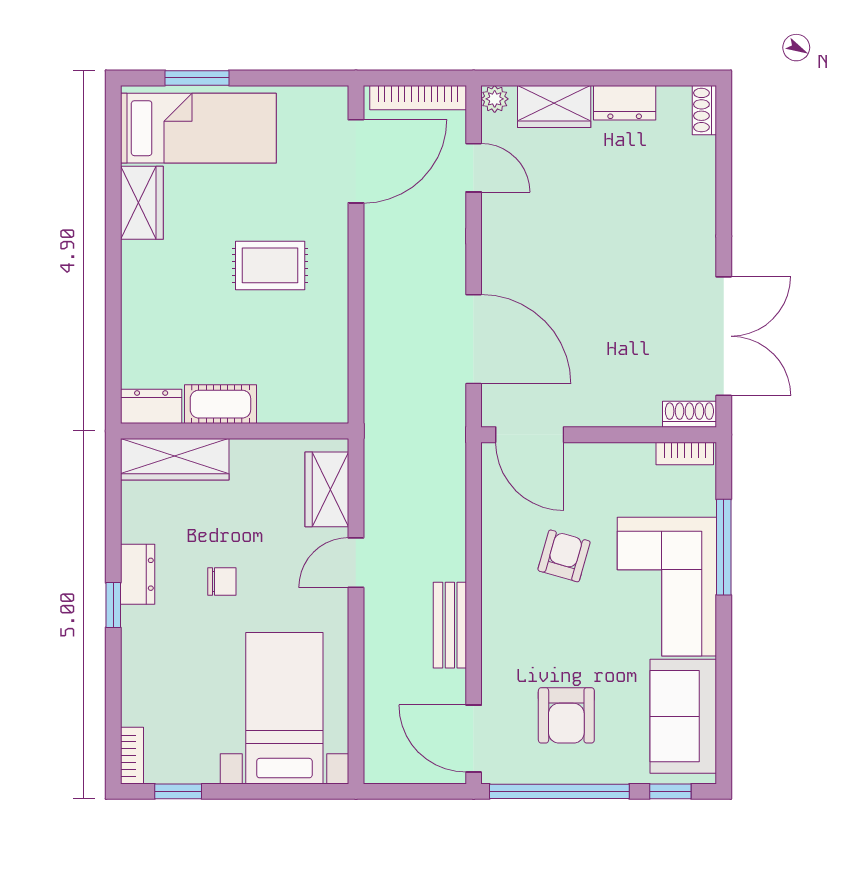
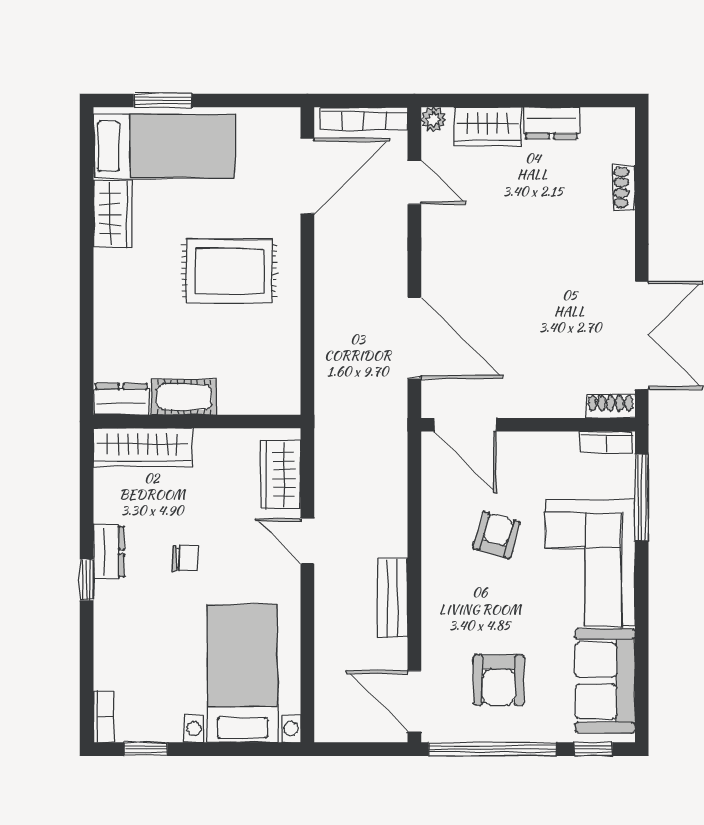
shoe rack: (704, 110) -> (624, 188), moved
rug: (270, 265) -> (229, 271), width x1.36, depth x1.43
window: (724, 547) -> (642, 497), moved
door: (356, 563) -> (307, 541), hinge flipped

